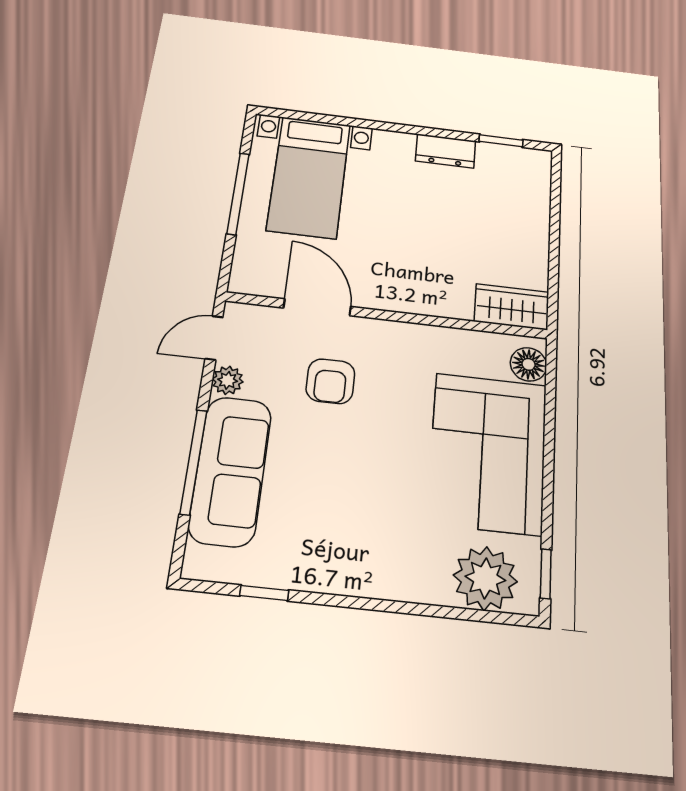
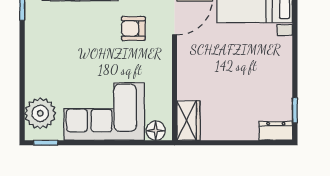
dresser: (446, 151) -> (276, 131), moved, turned 90

